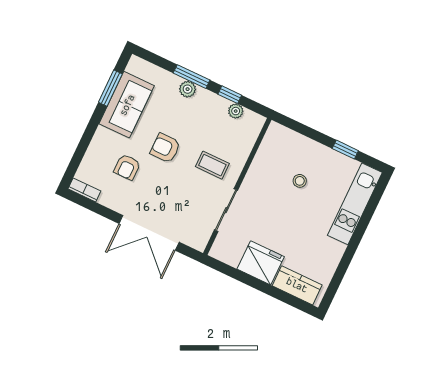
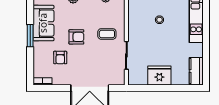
window: (110, 88) -> (30, 36), moved
armchair: (165, 148) -> (76, 37), turned 180
kitchen counter: (297, 285) -> (196, 71), moved, turned -90

